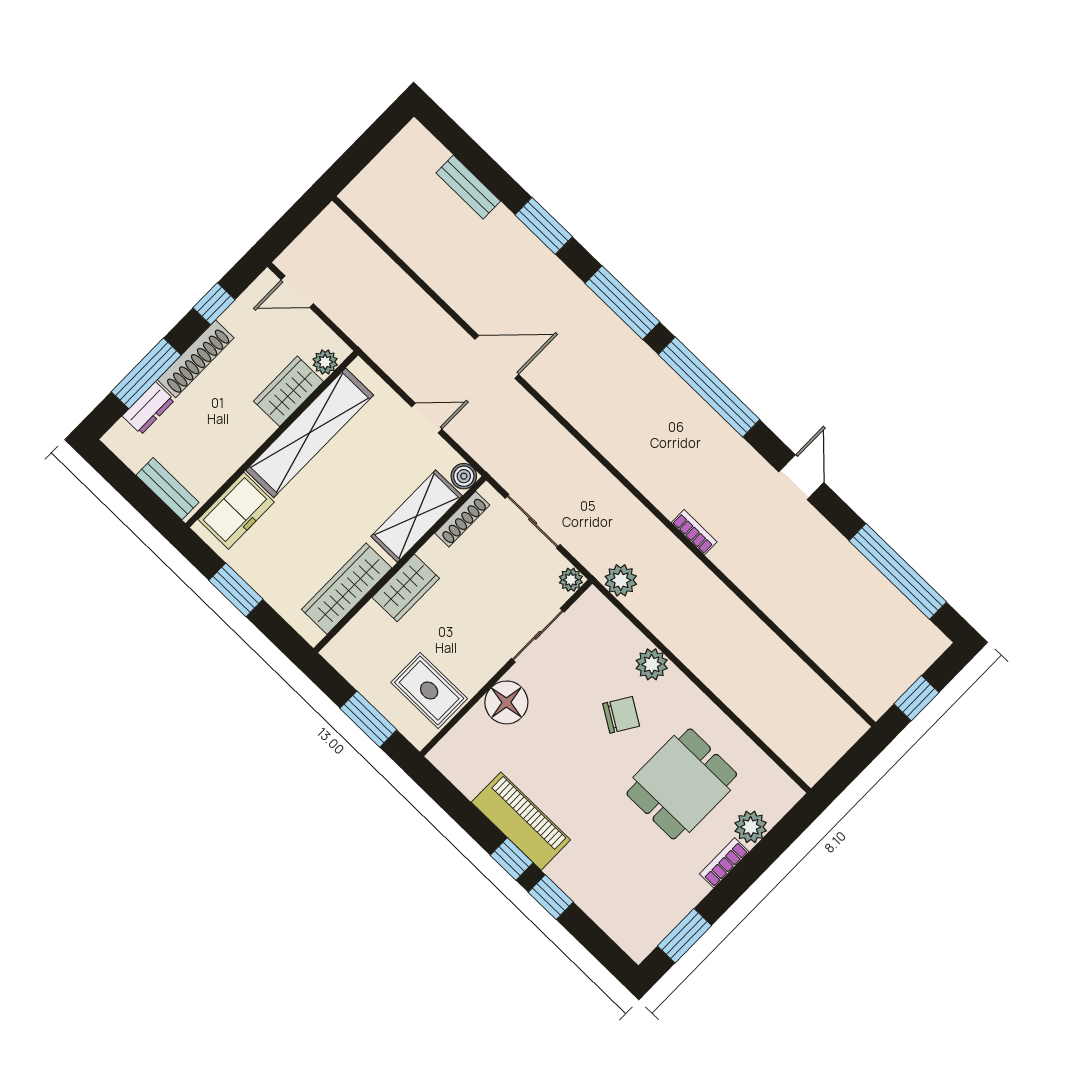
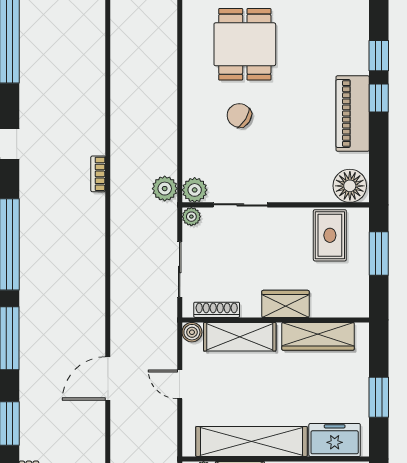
door: (497, 357) -> (108, 379), hinge flipped
plant: (652, 664) -> (195, 190), moved
floor lamp: (506, 702) -> (350, 186), moved
dining table: (682, 784) -> (245, 44), turned 90

